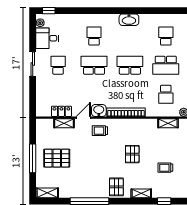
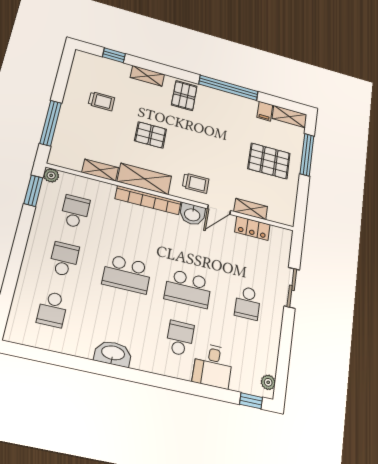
school desk: (94, 36) -> (180, 338), turned 180
desk: (47, 38) -> (213, 366), moved, turned 90
sliding door: (33, 64) -> (292, 288), moved
school desk: (166, 65) -> (64, 259), width x0.54
shelving: (168, 123) -> (100, 170), moved
shelving: (131, 125) -> (144, 179), added
pallet: (132, 154) -> (150, 135), turned 90
window: (33, 158) -> (307, 155), moved
filing cabinet: (64, 192) -> (265, 111), added

